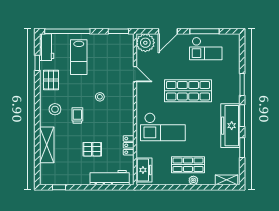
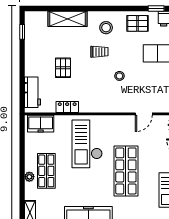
workbench: (110, 178) -> (32, 92), width x0.73

